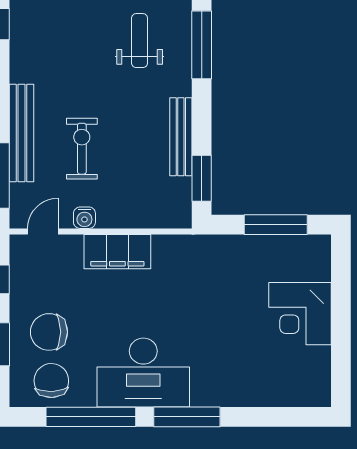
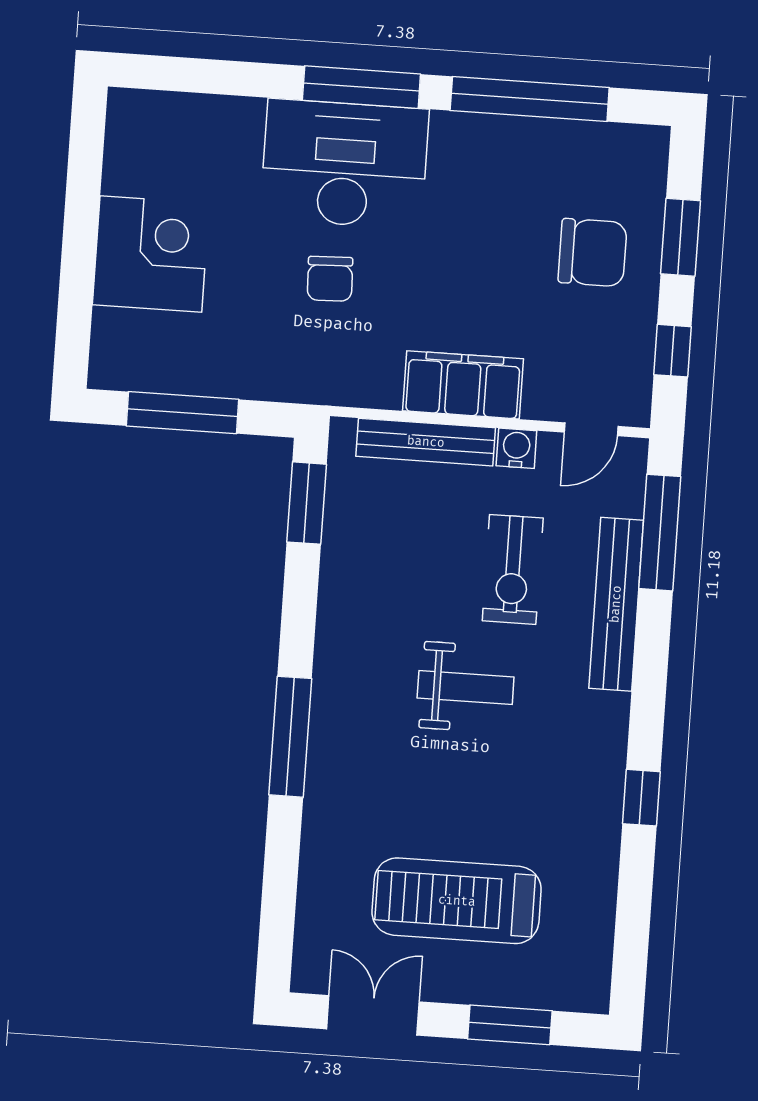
weight bench: (140, 41) -> (466, 688), moved, turned -90
bench: (181, 137) -> (426, 442), moved, turned 90
desk: (143, 372) -> (345, 164), moved
chair: (51, 381) -> (330, 279), moved, width x0.73, depth x0.73

